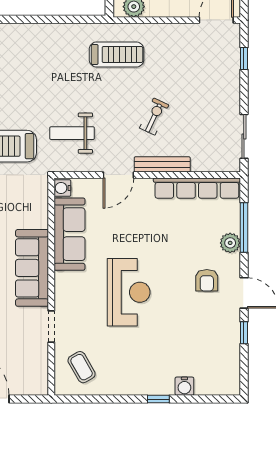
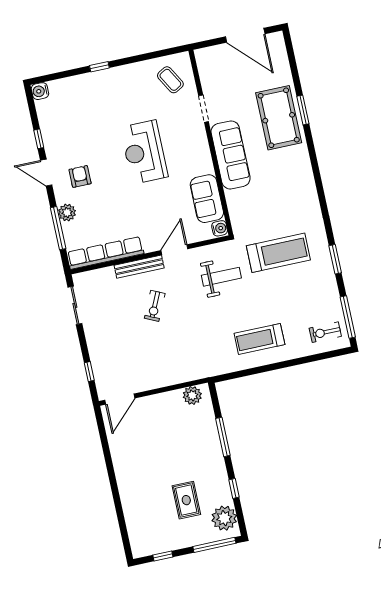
treadmill: (116, 55) -> (259, 339), moved
sofa: (69, 234) -> (207, 199), width x0.73
water cooler: (184, 386) -> (40, 91), moved, turned -90

